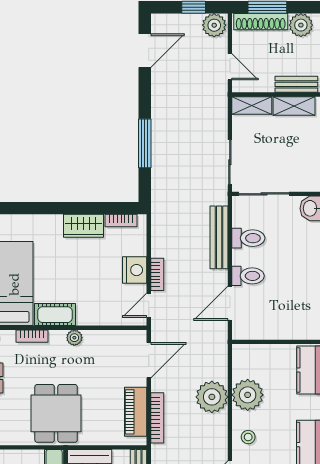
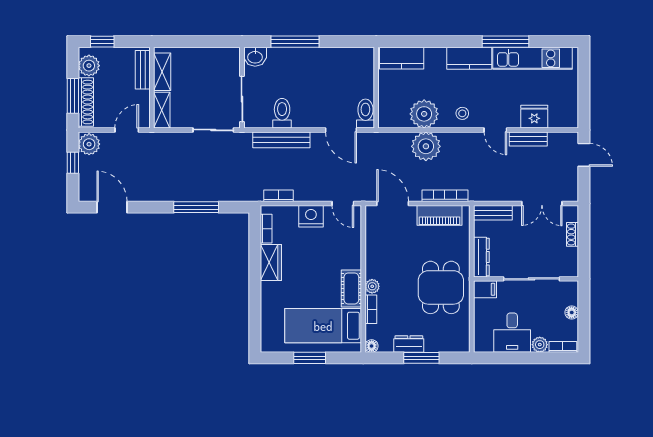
bookcase: (157, 274) -> (278, 196), moved
toilet: (248, 276) -> (365, 114), moved
plant: (74, 338) -> (372, 286), moved
dining table: (56, 413) -> (441, 287), turned 90

